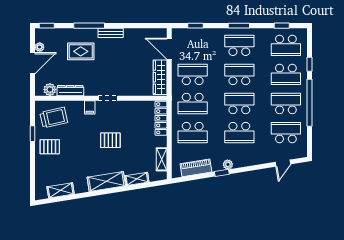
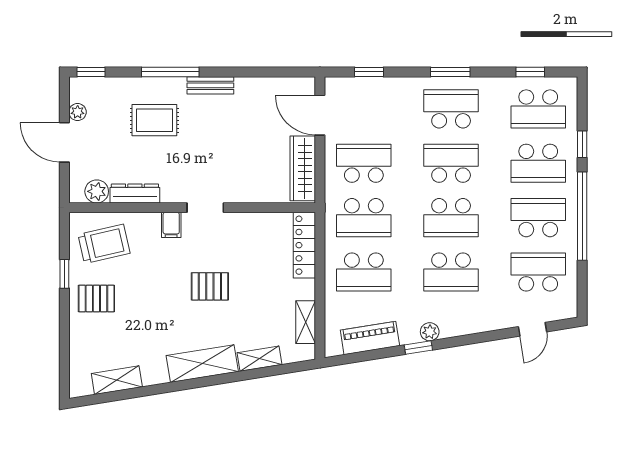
door: (33, 63) -> (64, 142), swing flipped
school desk: (239, 103) -> (451, 218), turned 180

